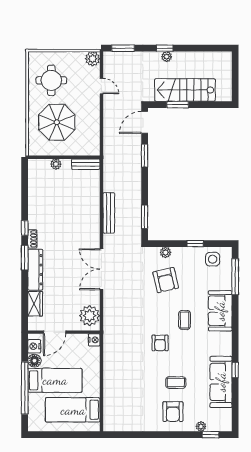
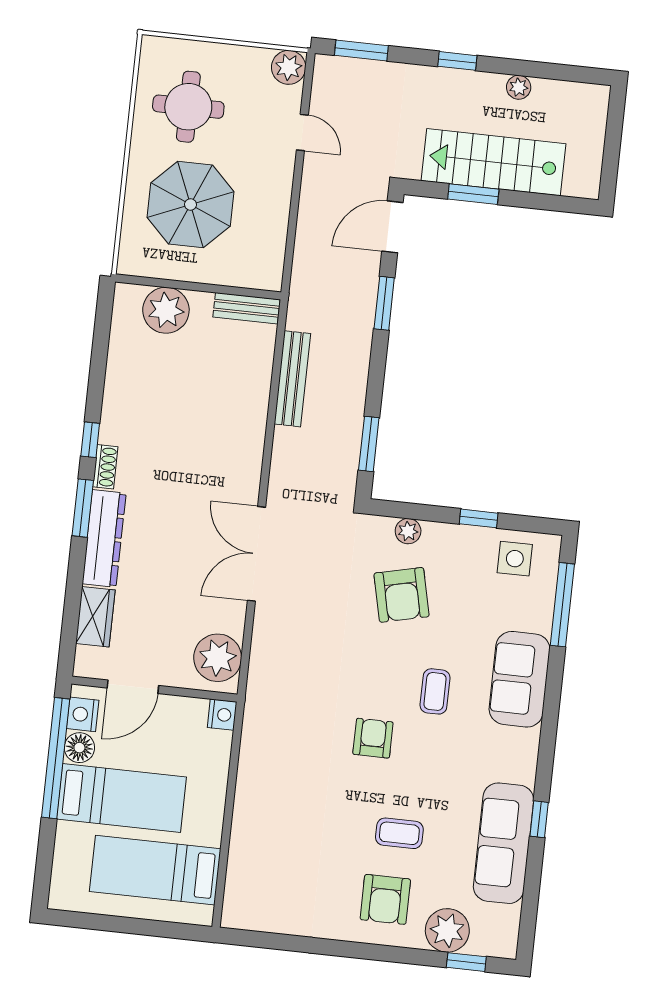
plant: (167, 57) -> (519, 87), moved
plant: (56, 164) -> (166, 310), width x1.87, depth x1.87
bench: (109, 213) -> (292, 379), moved
armchair: (160, 343) -> (373, 738), turned 180
window: (25, 388) -> (56, 758), moved
plant: (201, 426) -> (447, 930), width x1.87, depth x1.87

